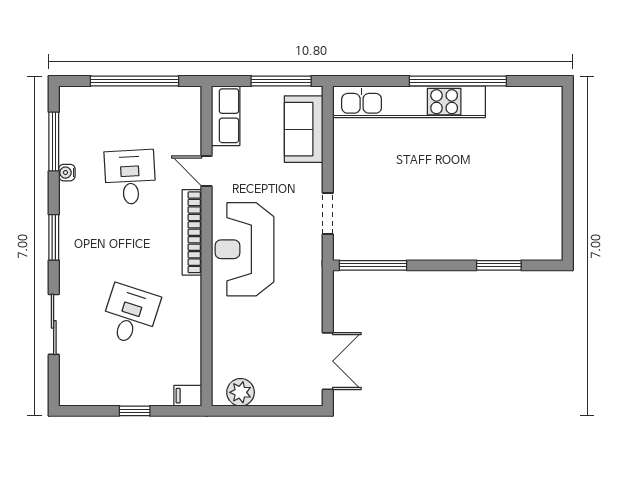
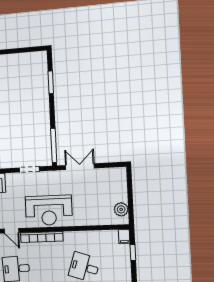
door: (206, 171) -> (11, 231), hinge flipped
double door: (328, 361) -> (80, 167), moved
window: (135, 411) -> (133, 252), moved

